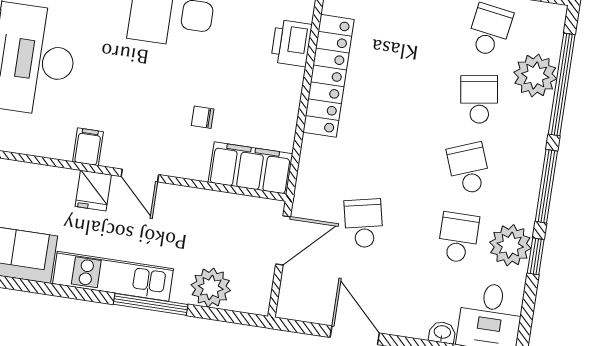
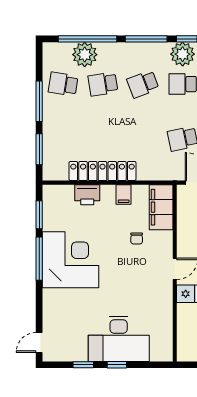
filing cabinet: (88, 147) -> (124, 194), moved, turned -90

